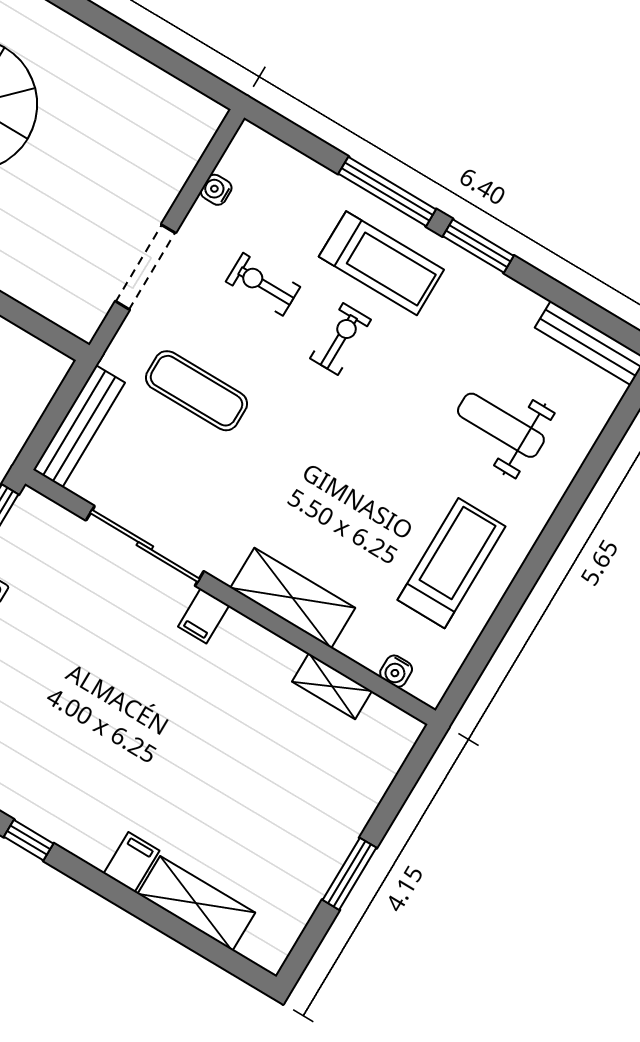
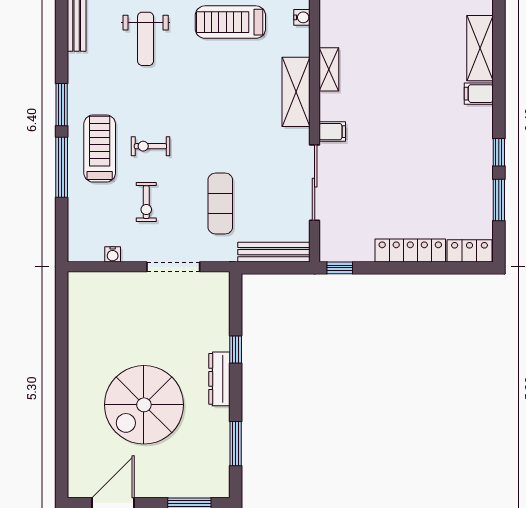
shelving: (332, 686) -> (329, 69), moved

